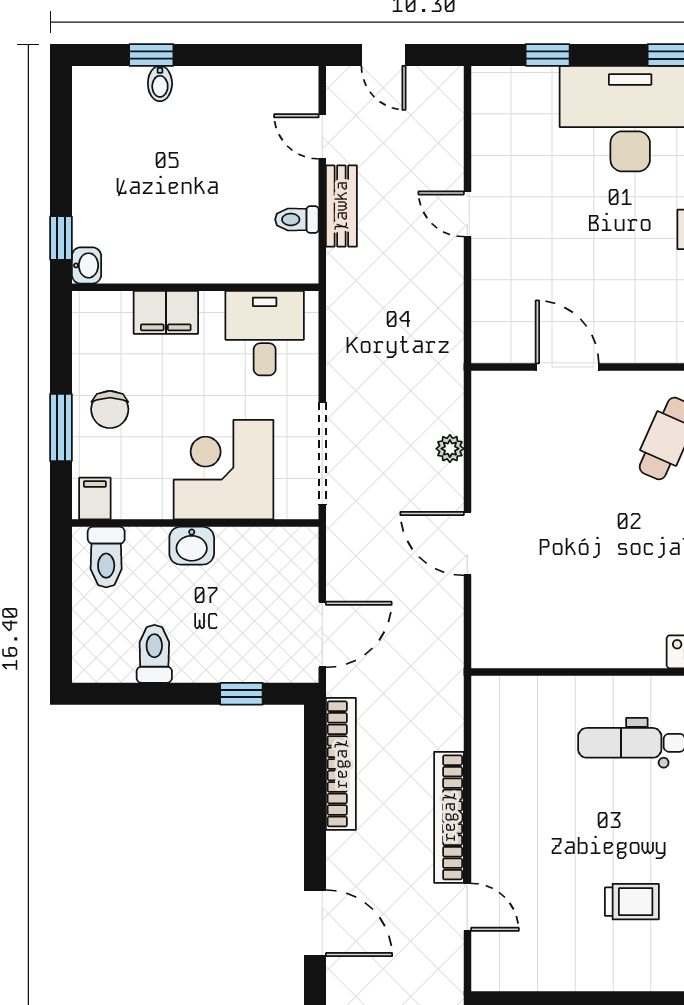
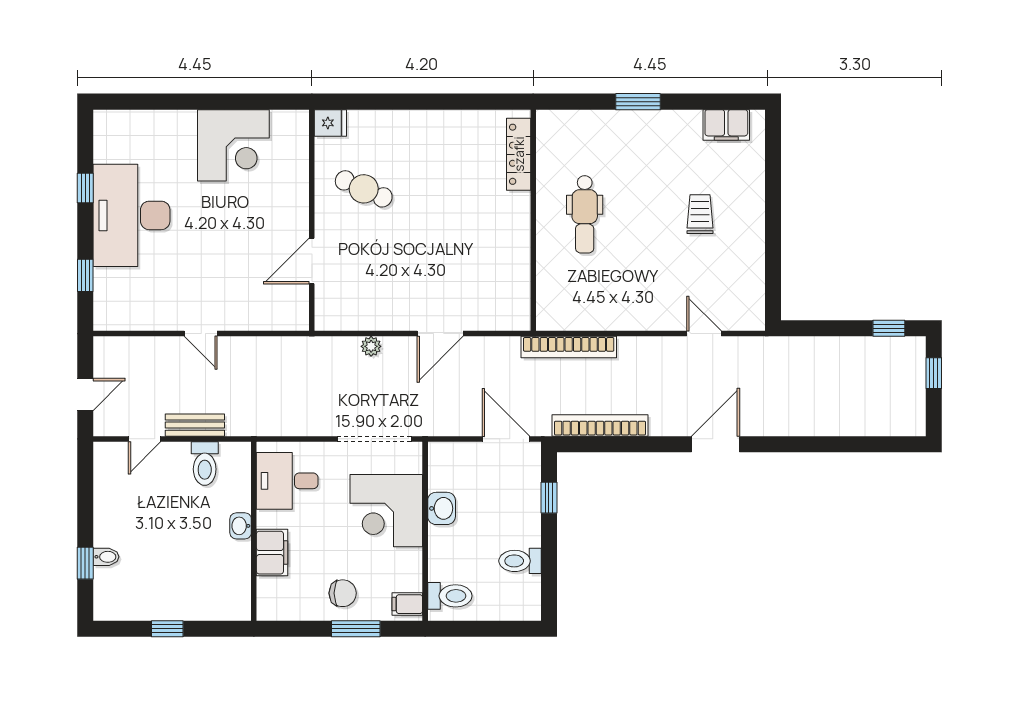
door: (467, 214) -> (201, 334), hinge flipped
toilet: (297, 219) -> (205, 464), width x1.37, depth x1.39
window: (61, 238) -> (167, 629), moved
washbasin: (86, 265) -> (241, 526), moved, turned -90
washbasin: (192, 546) -> (442, 508), moved
bookcase: (449, 817) -> (569, 347), moved
door: (467, 907) -> (704, 334), hinge flipped

